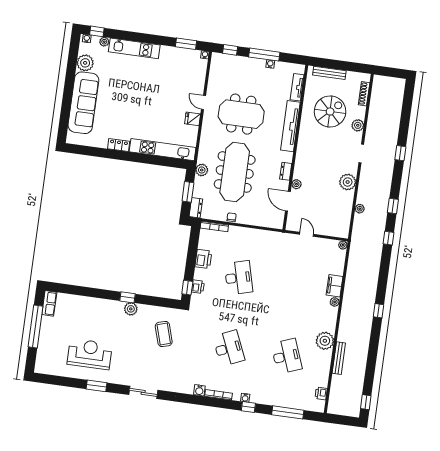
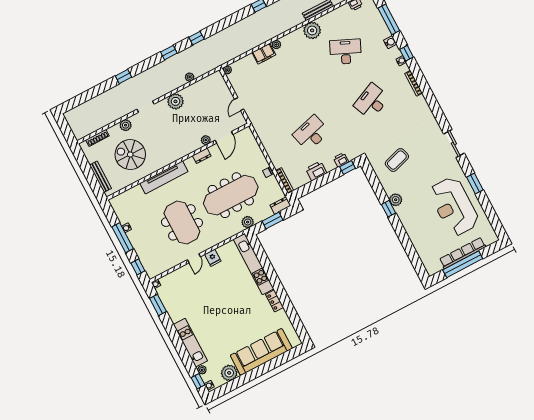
tv unit: (297, 87) -> (130, 194), removed
row of seats: (49, 303) -> (463, 253), moved, width x2.02
reception desk: (90, 354) -> (454, 207), width x1.36, depth x1.30
desk: (287, 356) -> (346, 52), turned 45
water cooler: (199, 390) -> (390, 42), moved

